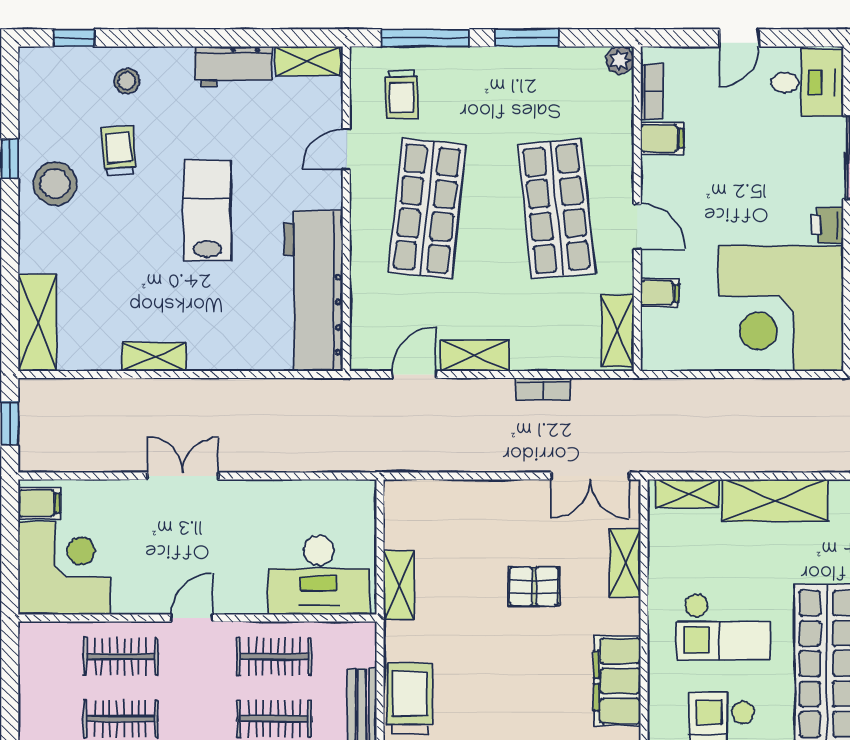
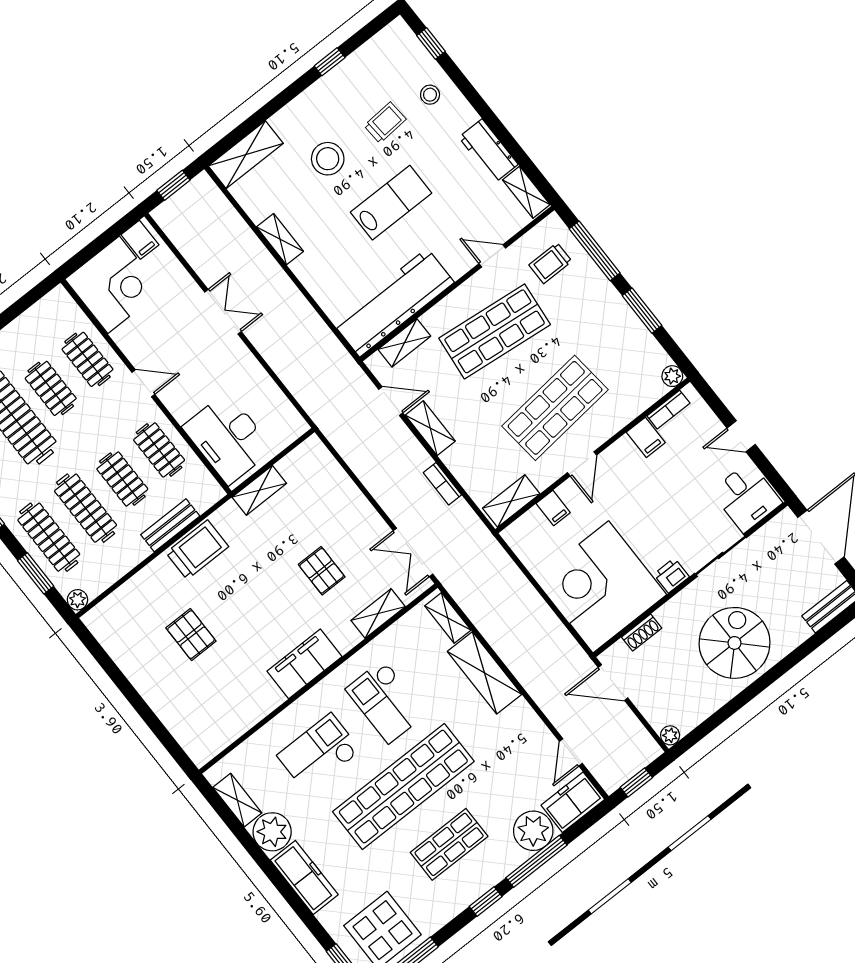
stool: (55, 184) -> (328, 159), moved
shelving: (365, 312) -> (404, 343), added

